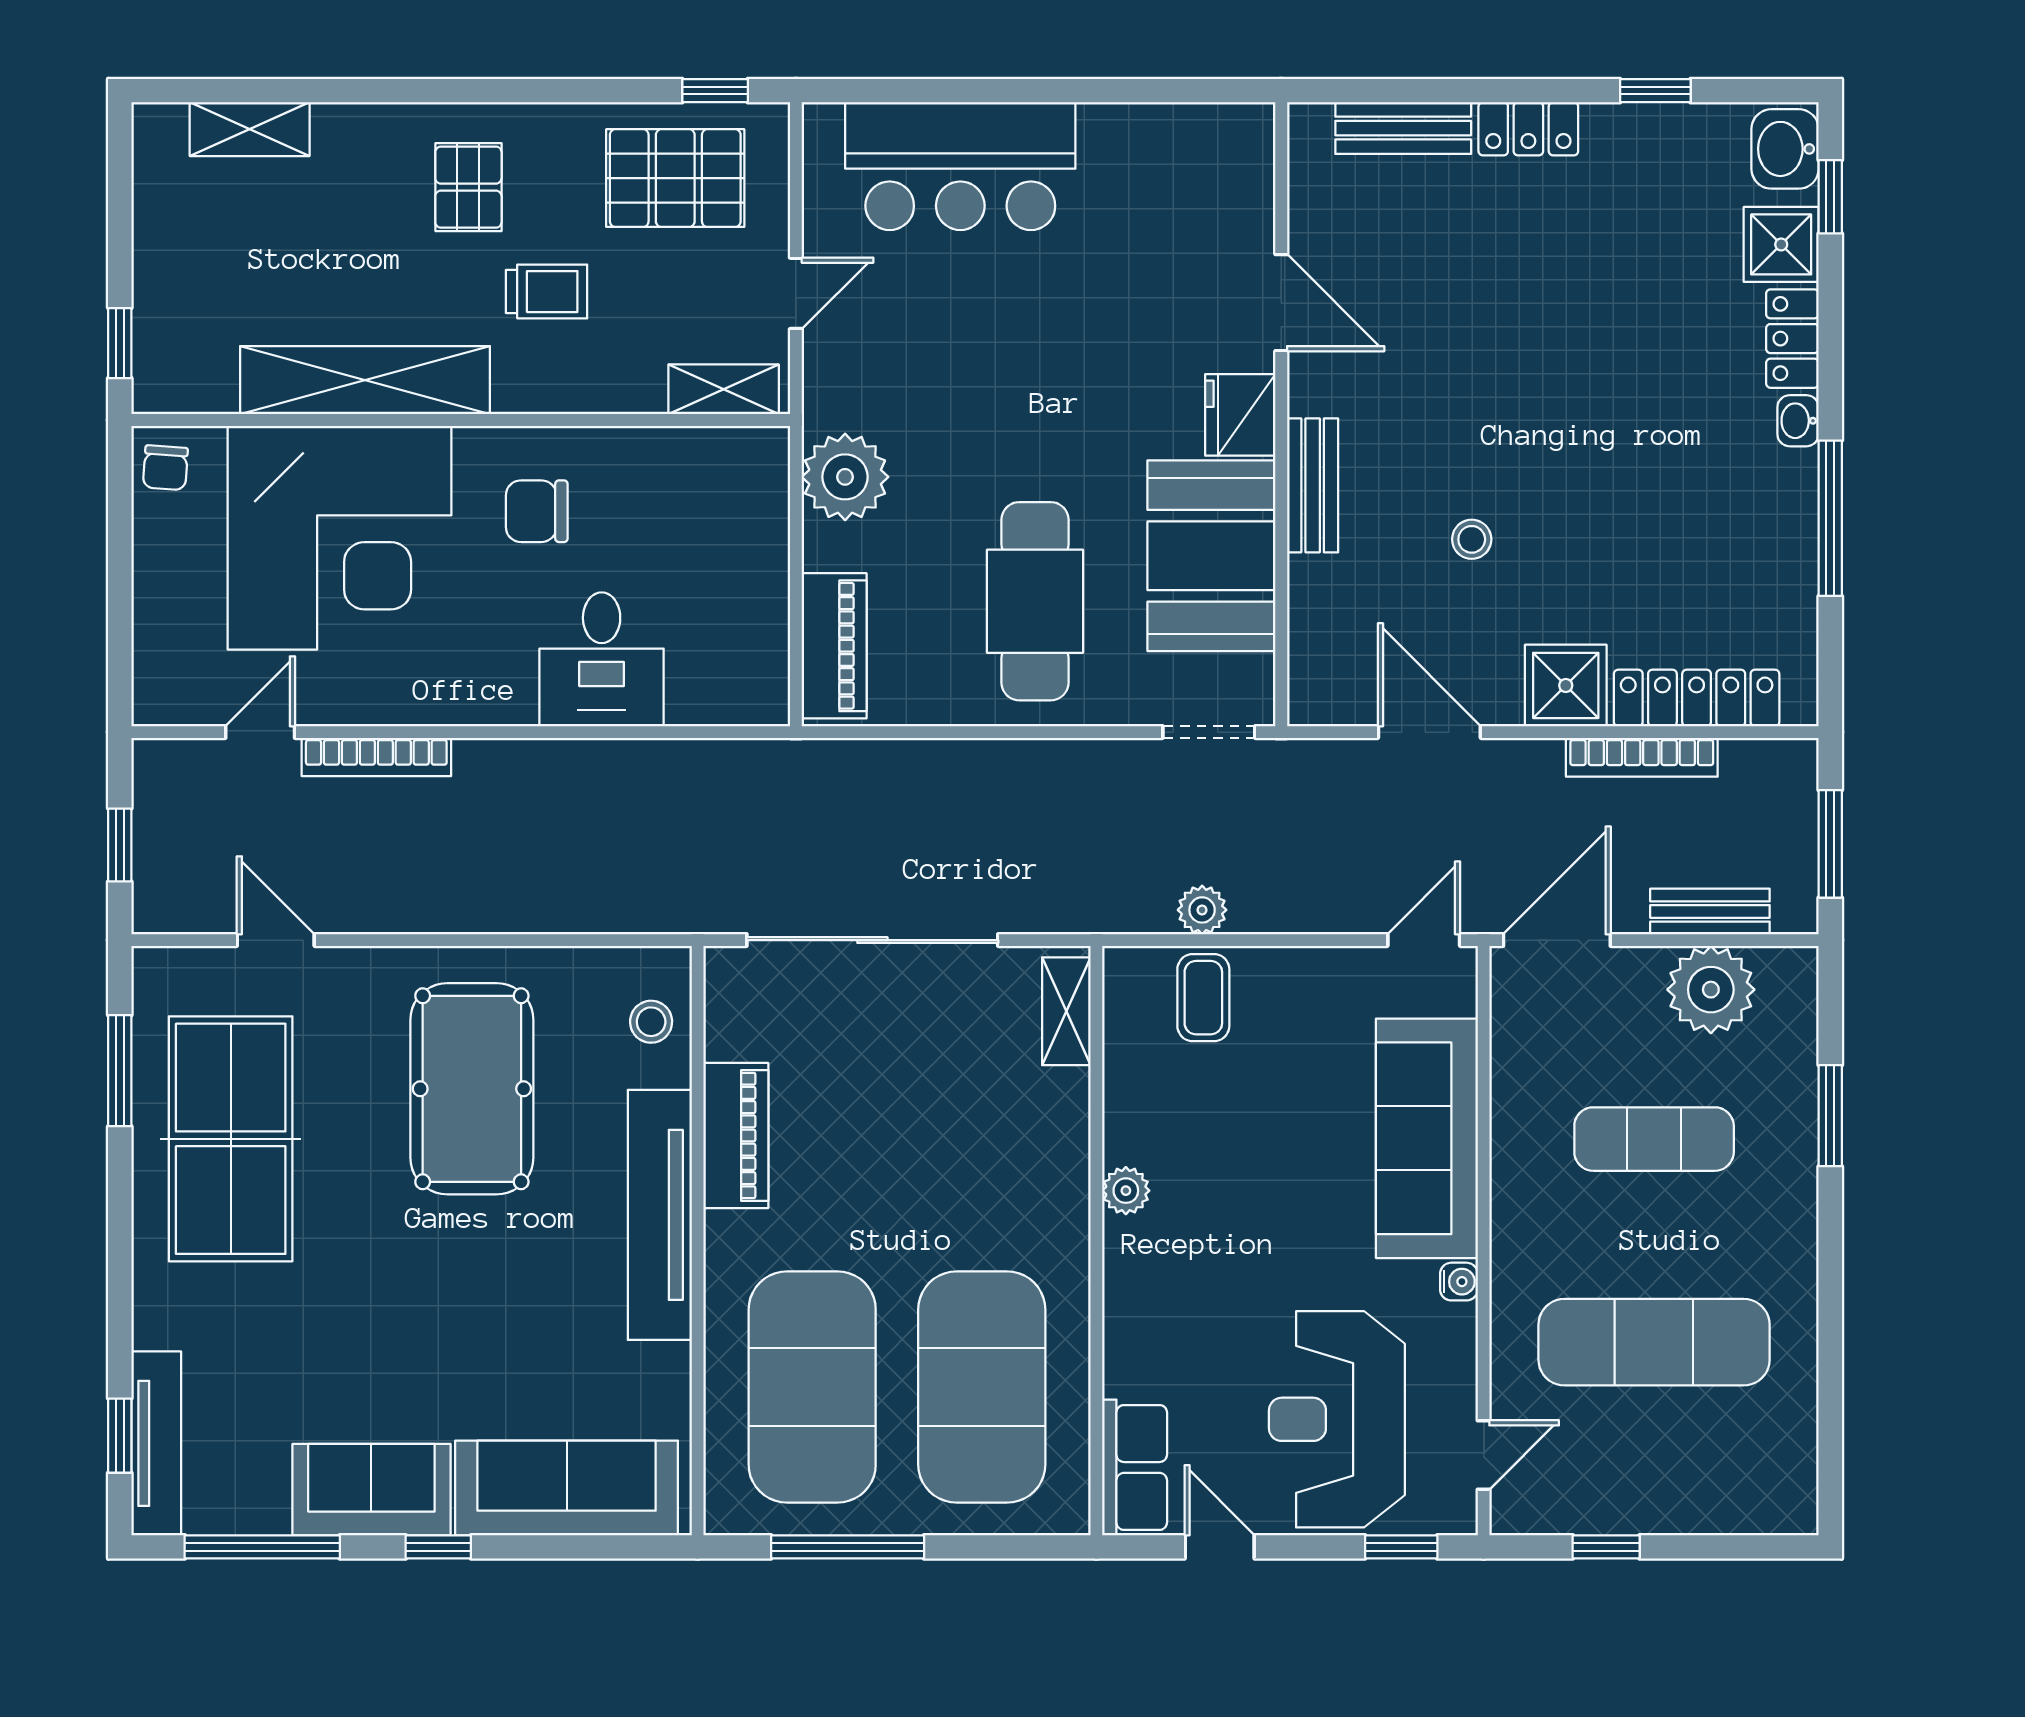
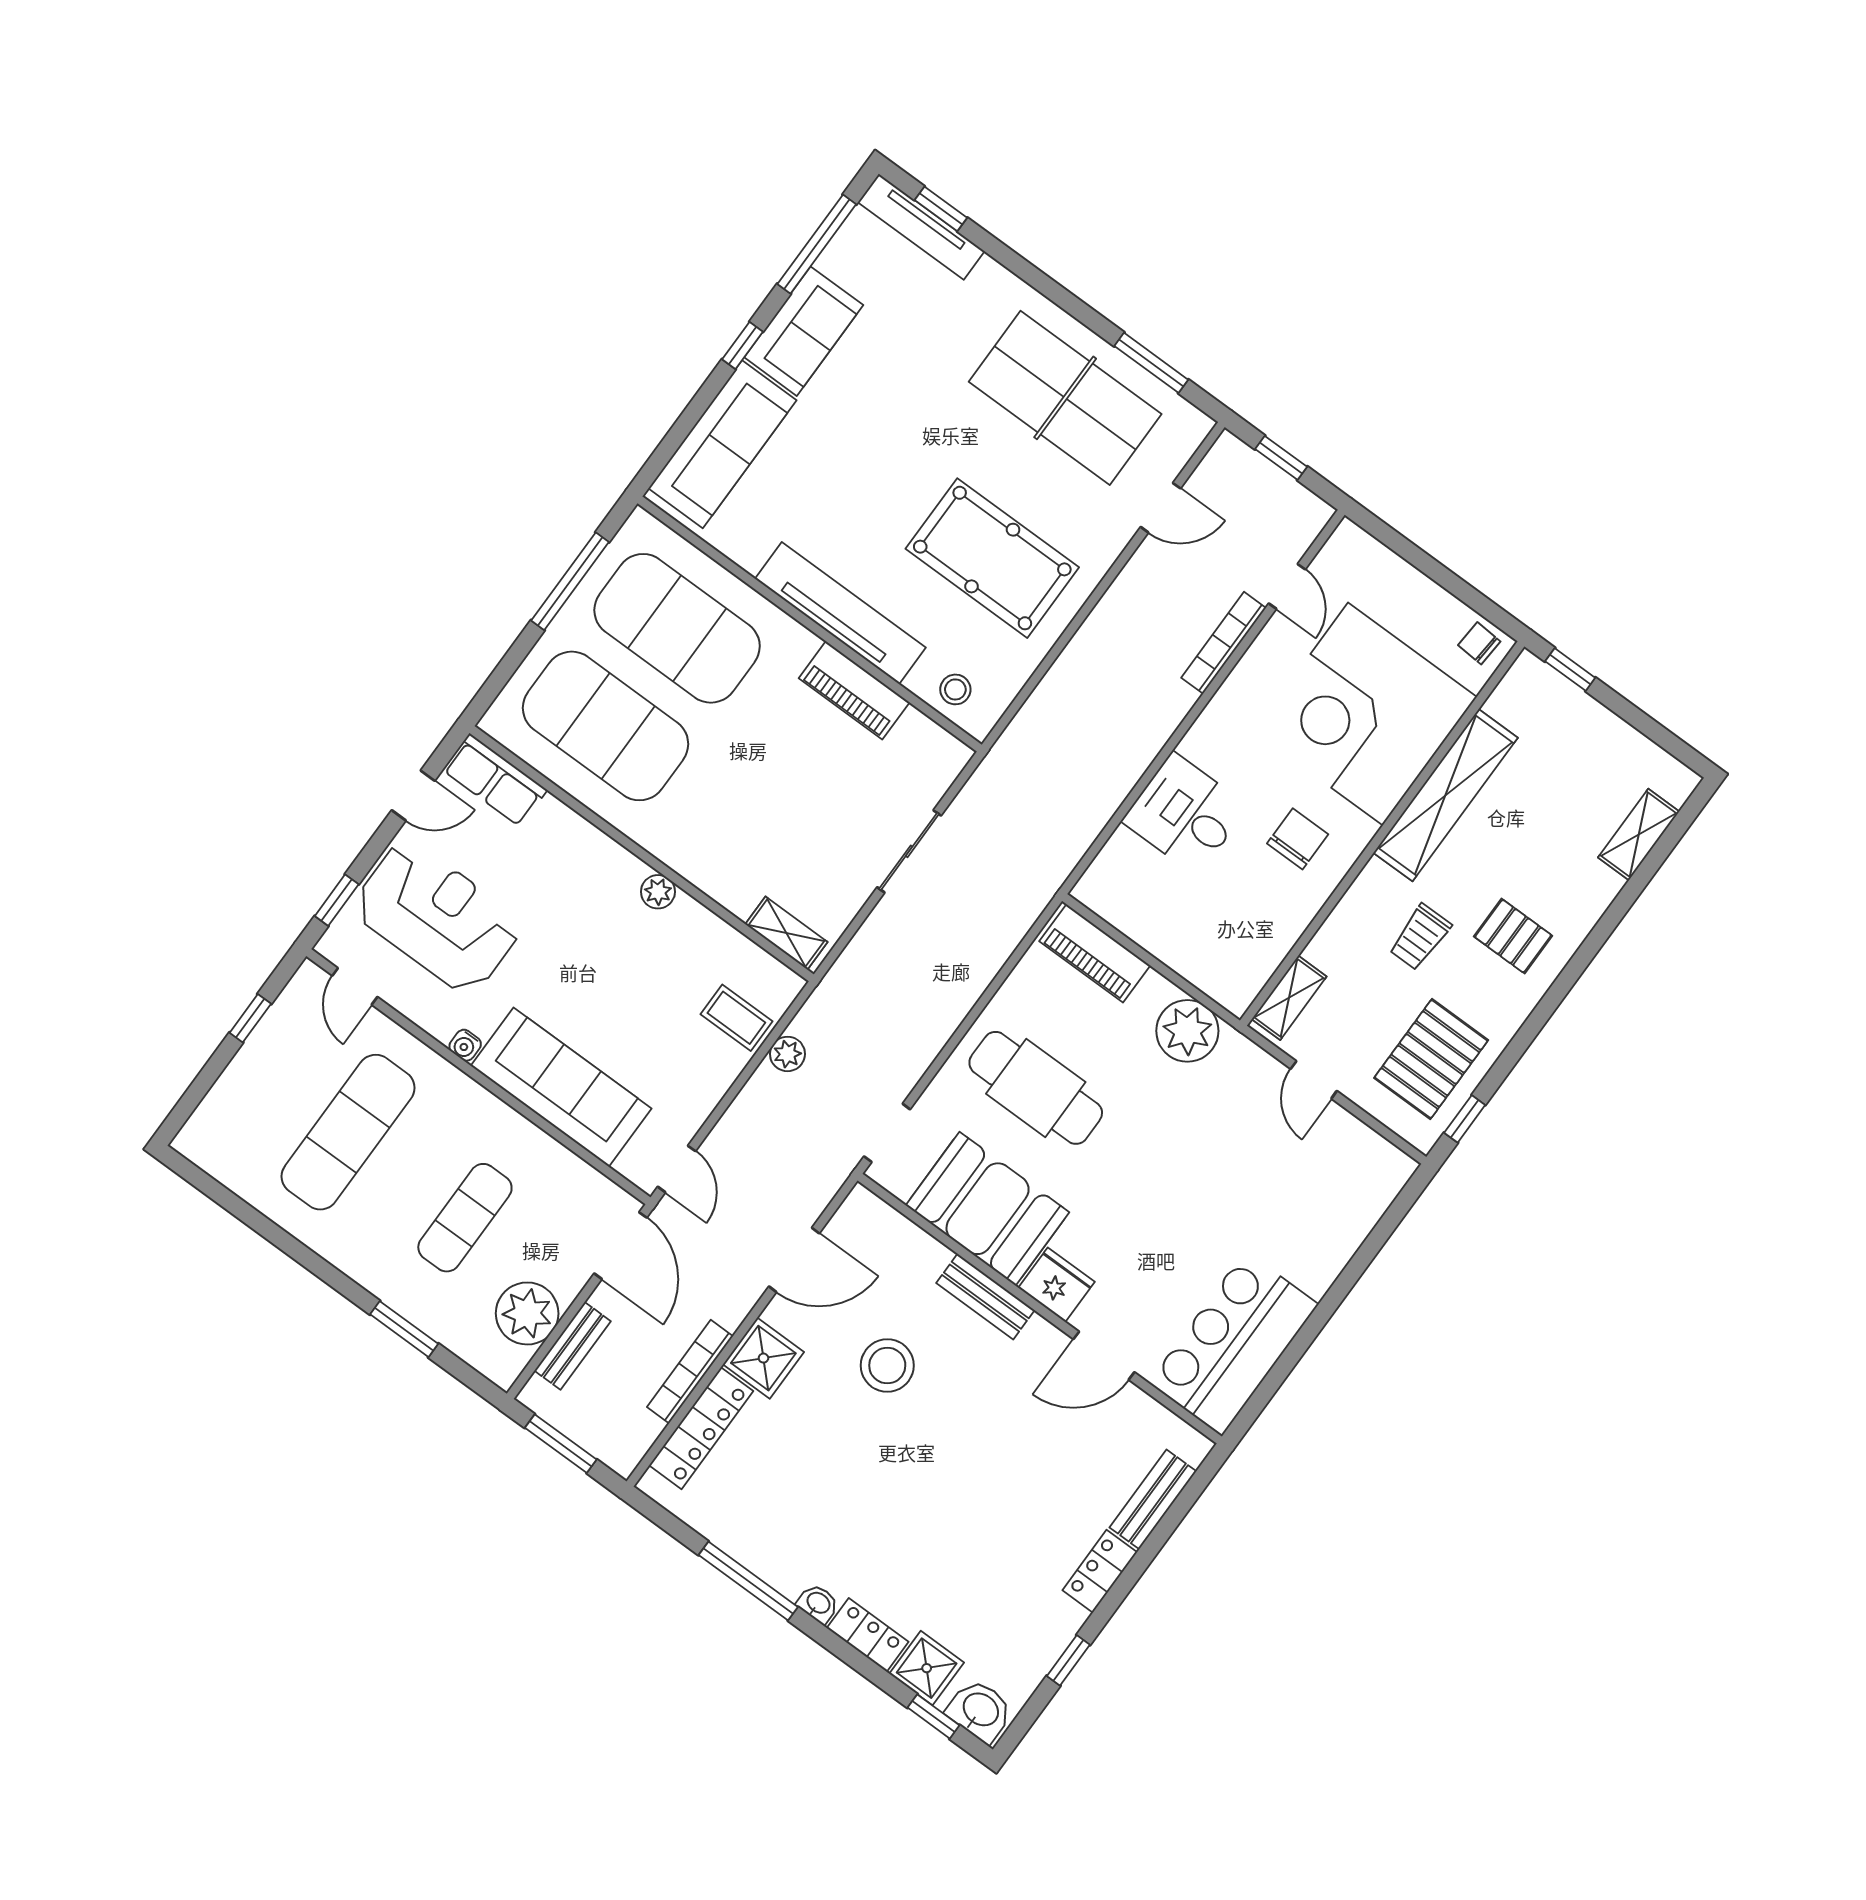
bar counter: (960, 166) -> (1233, 1344), moved
stool: (1472, 539) -> (887, 1365), width x1.89, depth x1.89
sliding door: (872, 940) -> (909, 851), width x0.54

